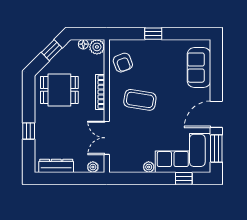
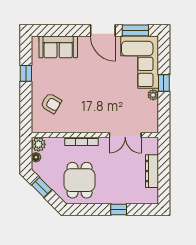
window: (153, 34) -> (26, 73), moved
armchair: (123, 63) -> (51, 103), moved, turned 51
coffee table: (140, 100) -> (89, 103), removed
dresser: (56, 166) -> (152, 171), moved
plant: (93, 167) -> (153, 148), removed
window: (184, 178) -> (164, 83), moved

